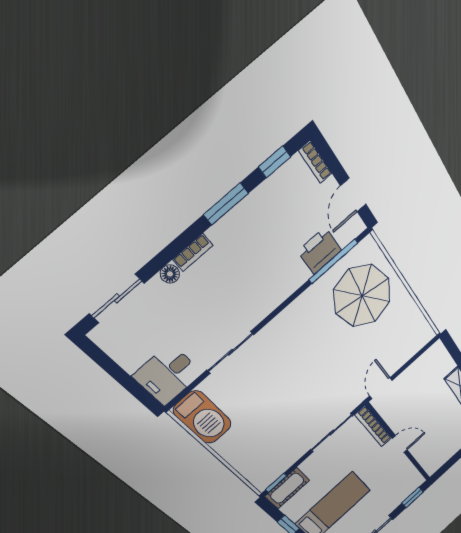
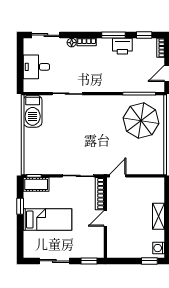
printer: (320, 251) -> (122, 46), moved, turned 180
desk: (168, 374) -> (36, 67), moved
door: (400, 444) -> (105, 218), swing flipped

